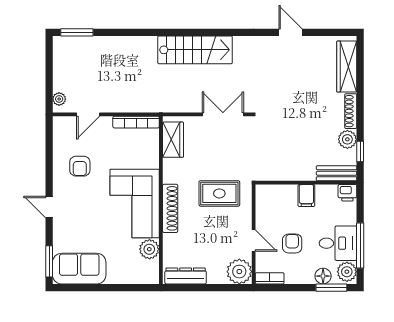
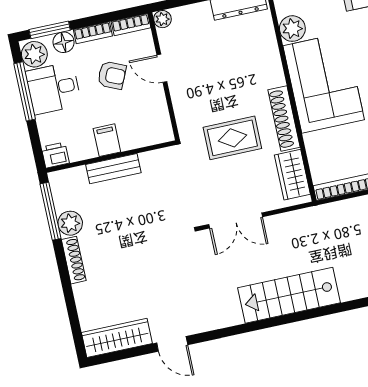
wardrobe: (347, 67) -> (117, 338), moved, turned -90
window: (360, 151) -> (51, 211), width x2.17
bench: (337, 173) -> (113, 169), moved
rug: (219, 193) -> (232, 138), moved
shoe rack: (170, 208) -> (284, 119), moved
armchair: (292, 243) -> (112, 75), turned -66
plant: (239, 272) -> (162, 19), width x0.53, depth x0.53
bookcase: (299, 278) -> (93, 33), added

